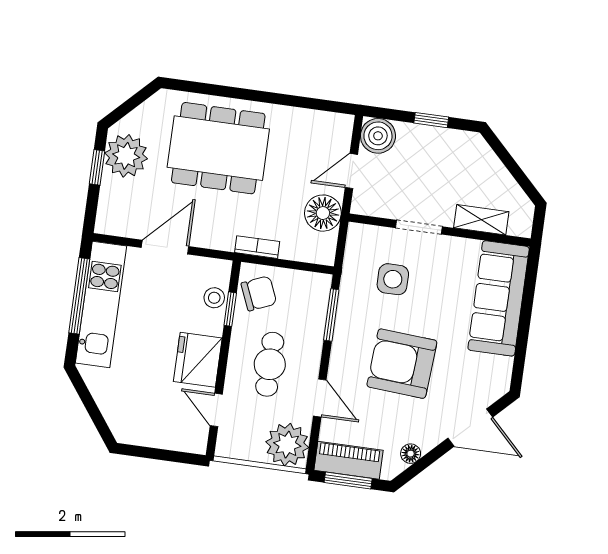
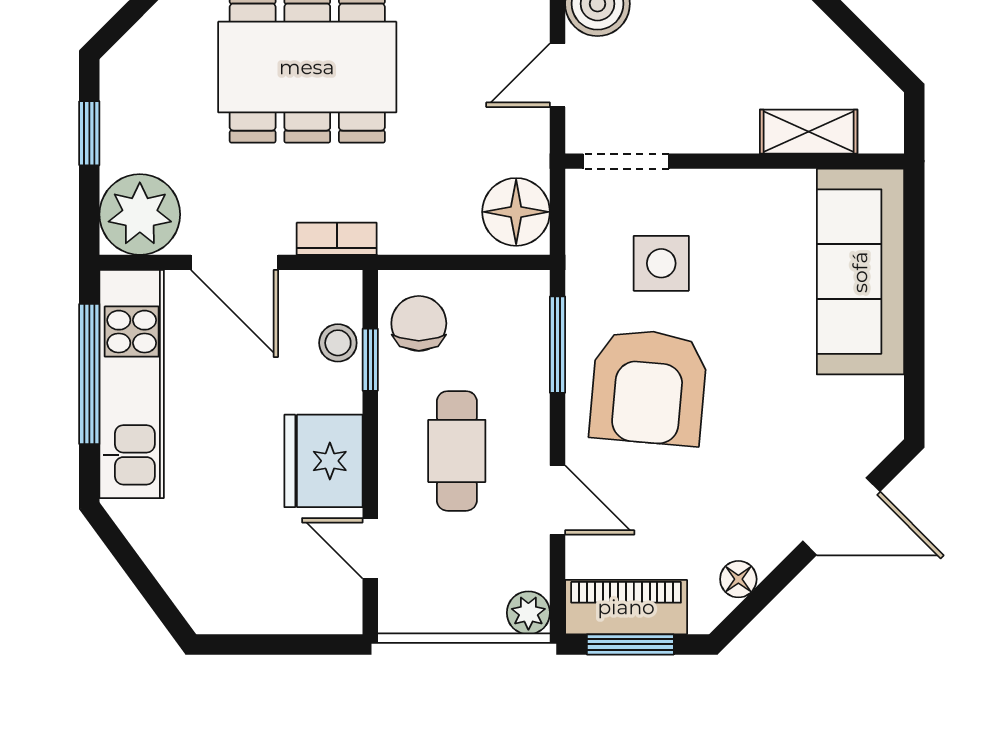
plant: (126, 156) -> (140, 214), moved
floor lamp: (323, 213) -> (516, 212), moved
doorway: (419, 227) -> (626, 161), moved
door: (165, 247) -> (235, 262), swing flipped
bookcase: (257, 247) -> (337, 239), moved
chair: (259, 293) -> (419, 323), turned -67
armchair: (402, 364) -> (648, 387), moved, turned -89
plant: (287, 445) -> (528, 613), width x0.53, depth x0.53

